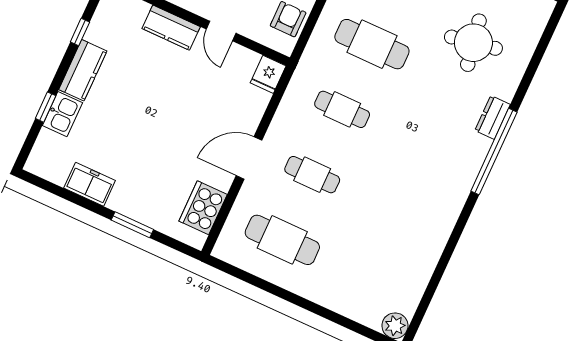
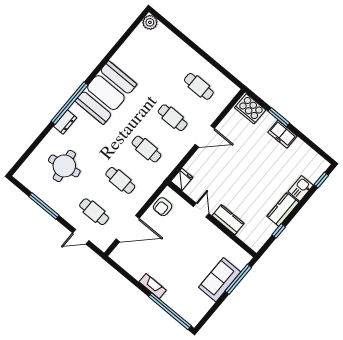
cafe table: (372, 44) -> (120, 180), width x0.73, depth x0.74
window: (46, 107) -> (321, 180), moved
freezer: (90, 184) -> (282, 134), moved
booth: (437, 186) -> (106, 93), added
cooker: (203, 208) -> (250, 109), moved, turned 90
cafe table: (282, 240) -> (199, 86), width x0.73, depth x0.74

